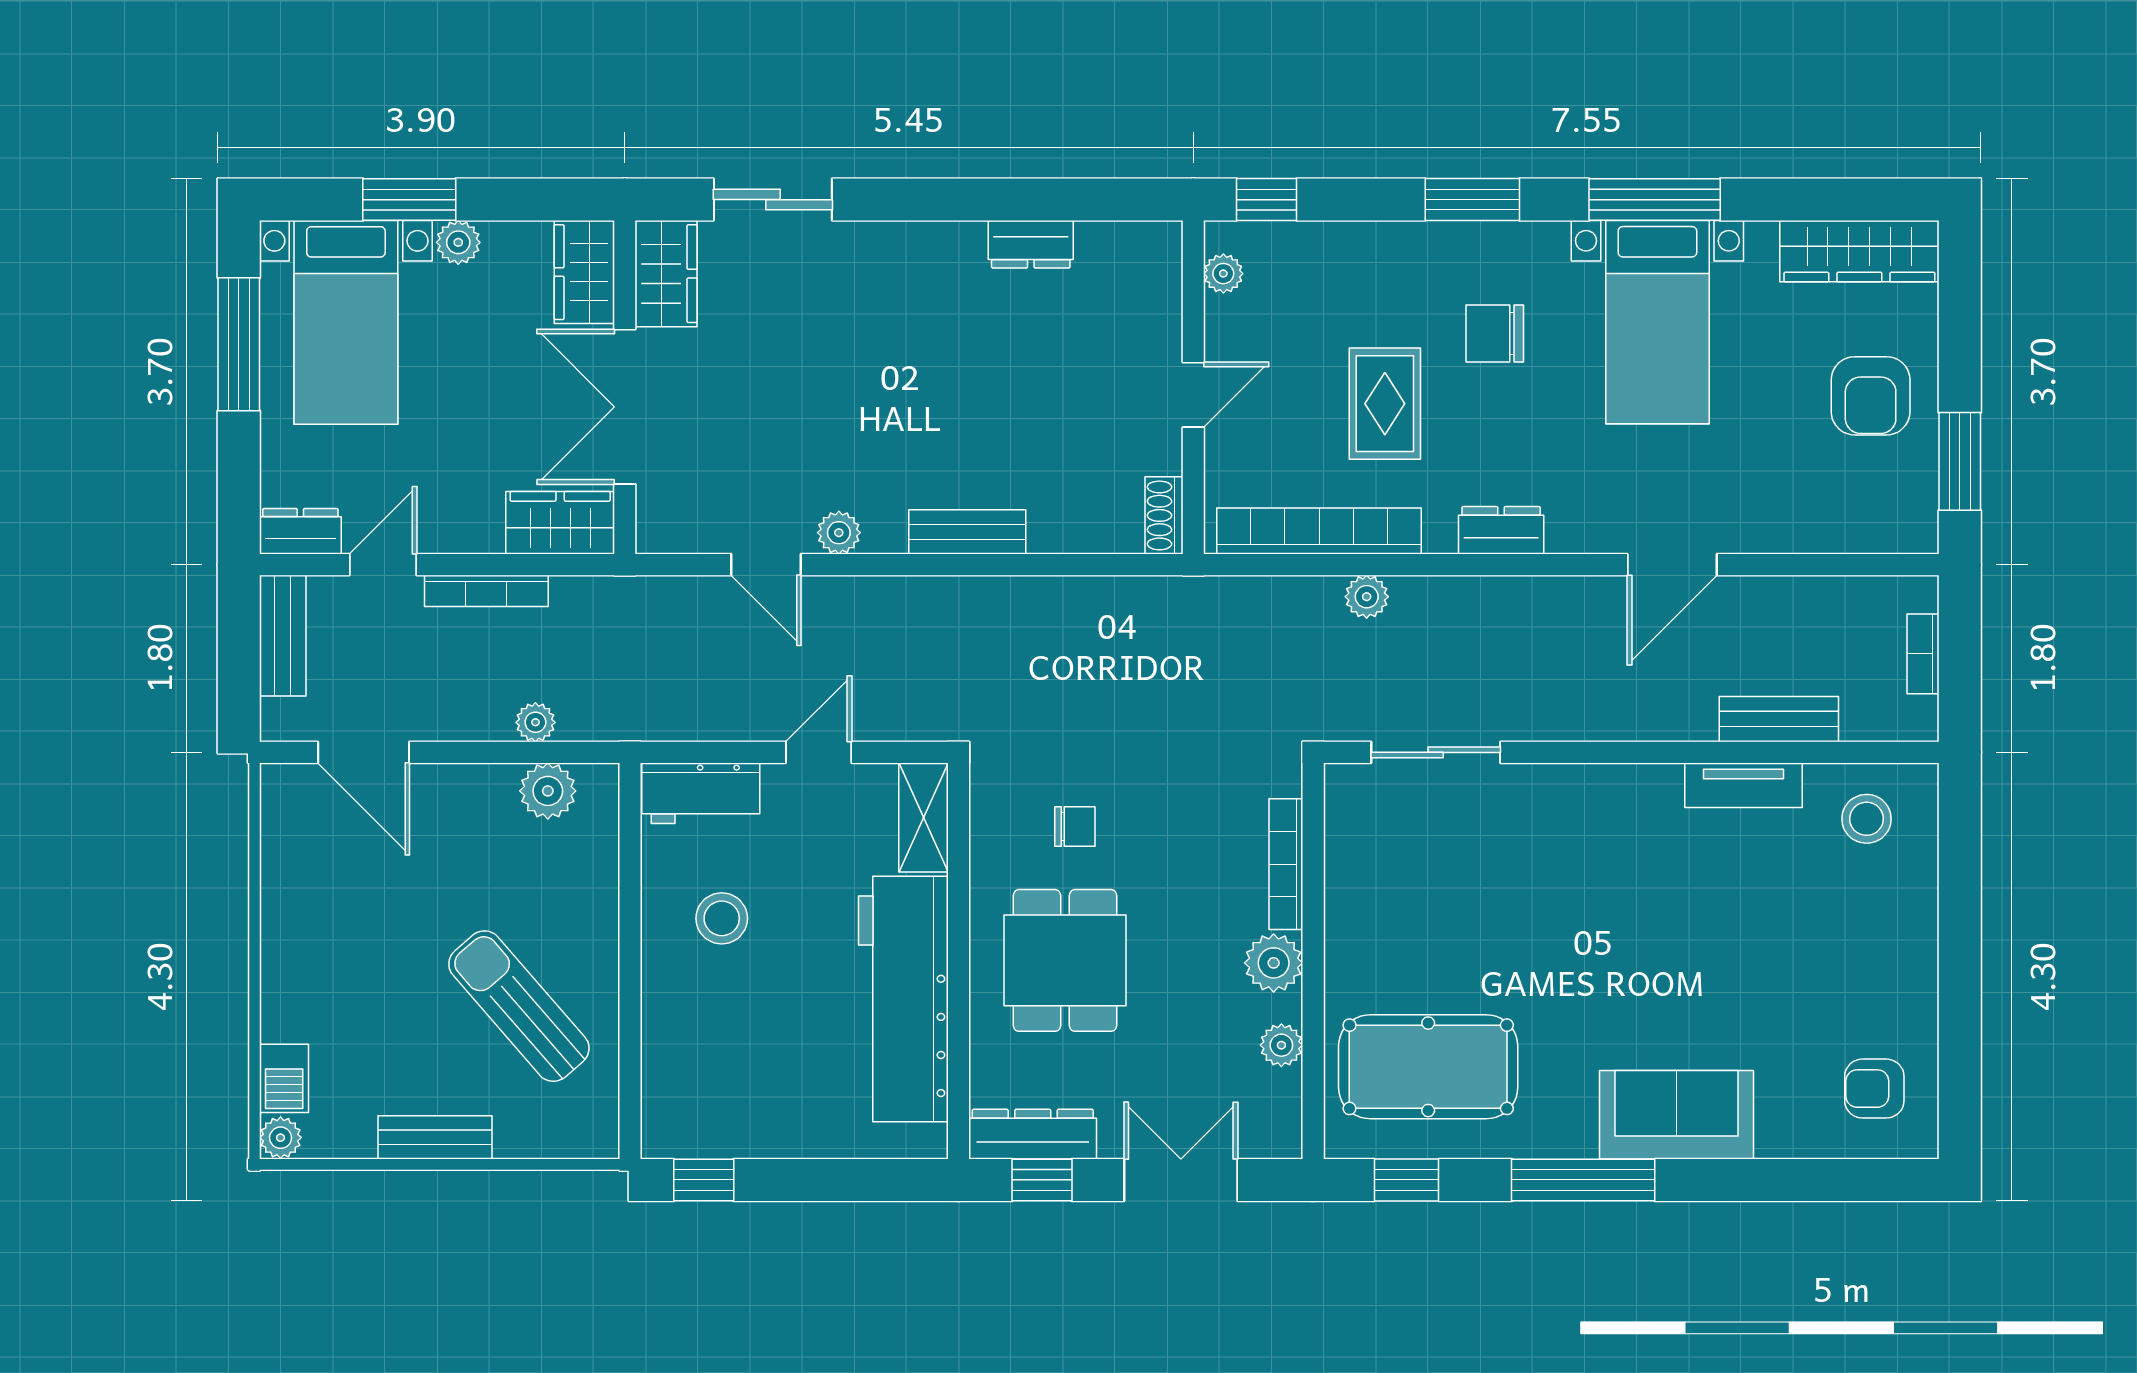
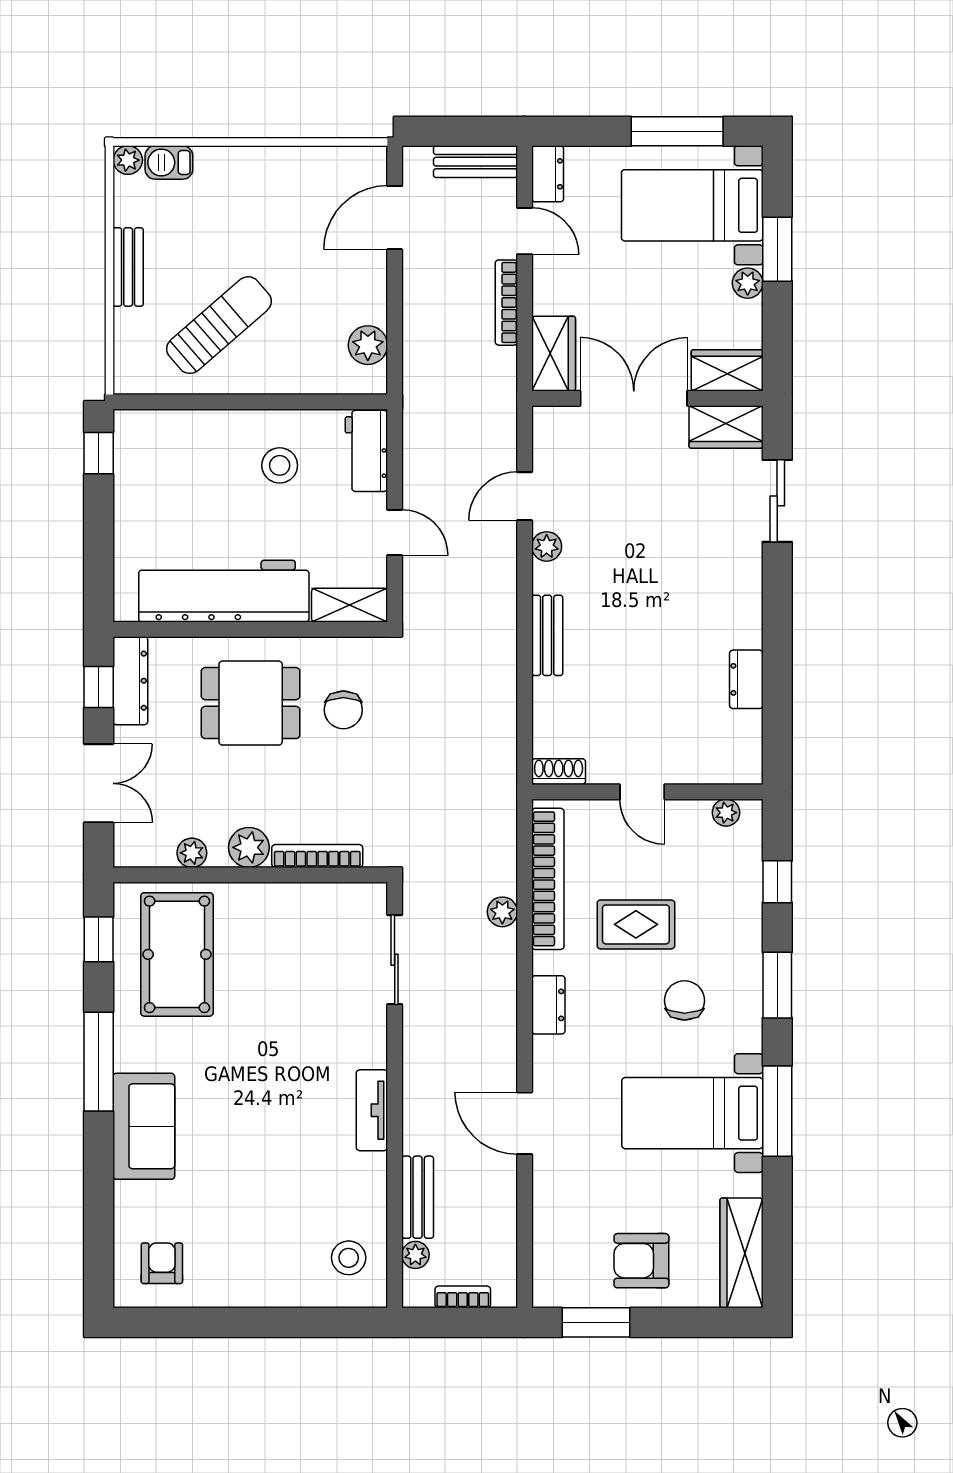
window: (1267, 200) -> (777, 882), moved
plant: (535, 722) -> (415, 1255), moved
tv unit: (1743, 785) -> (372, 1110), moved
chair: (1075, 826) -> (343, 710), width x1.37, depth x1.37

